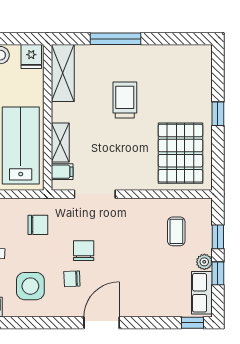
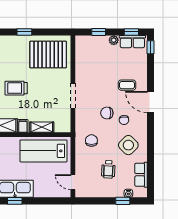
filing cabinet: (62, 172) -> (23, 126), moved
doorway: (95, 194) -> (73, 96), moved
coffee table: (176, 231) -> (127, 85), moved
window: (218, 273) -> (131, 32), moved
side table: (30, 286) -> (128, 145), turned 45

